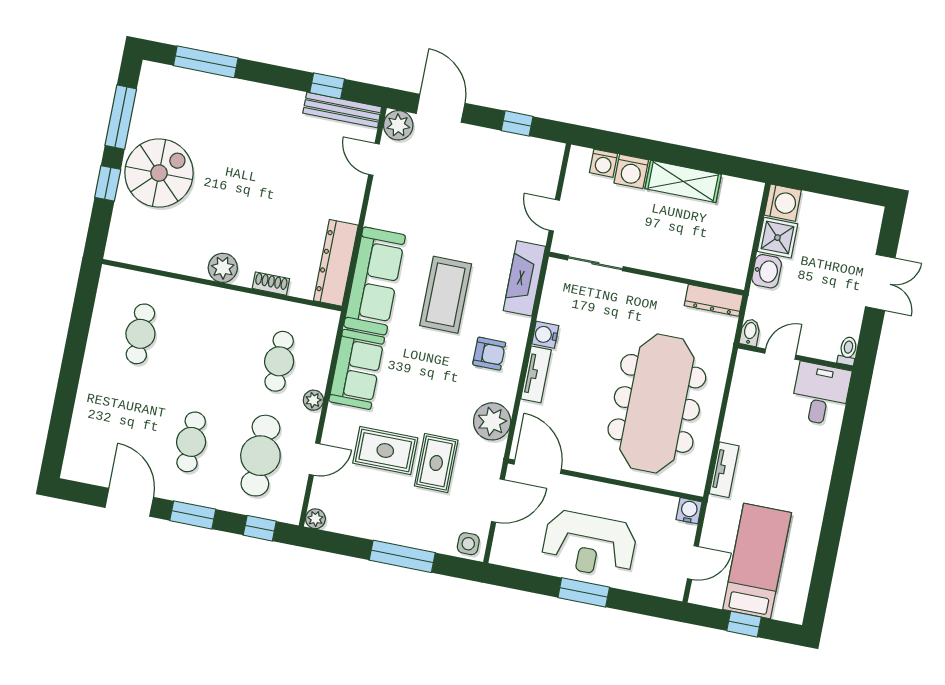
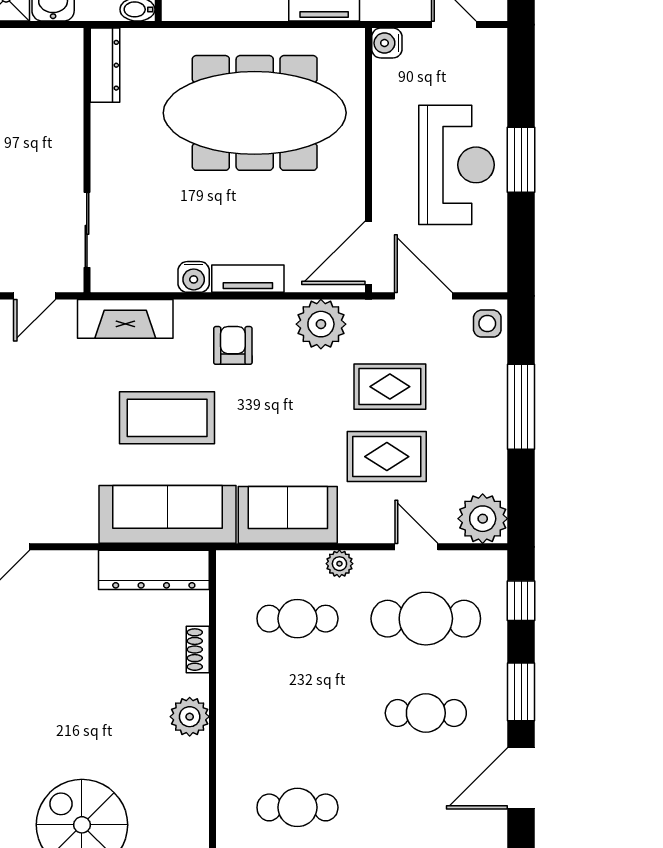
rug: (385, 451) -> (387, 457), turned 90
plant: (315, 519) -> (483, 519), width x1.88, depth x1.88

